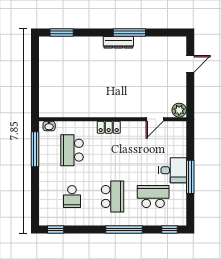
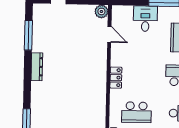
window: (129, 32) -> (28, 35), moved
desk: (173, 170) -> (145, 19), moved

